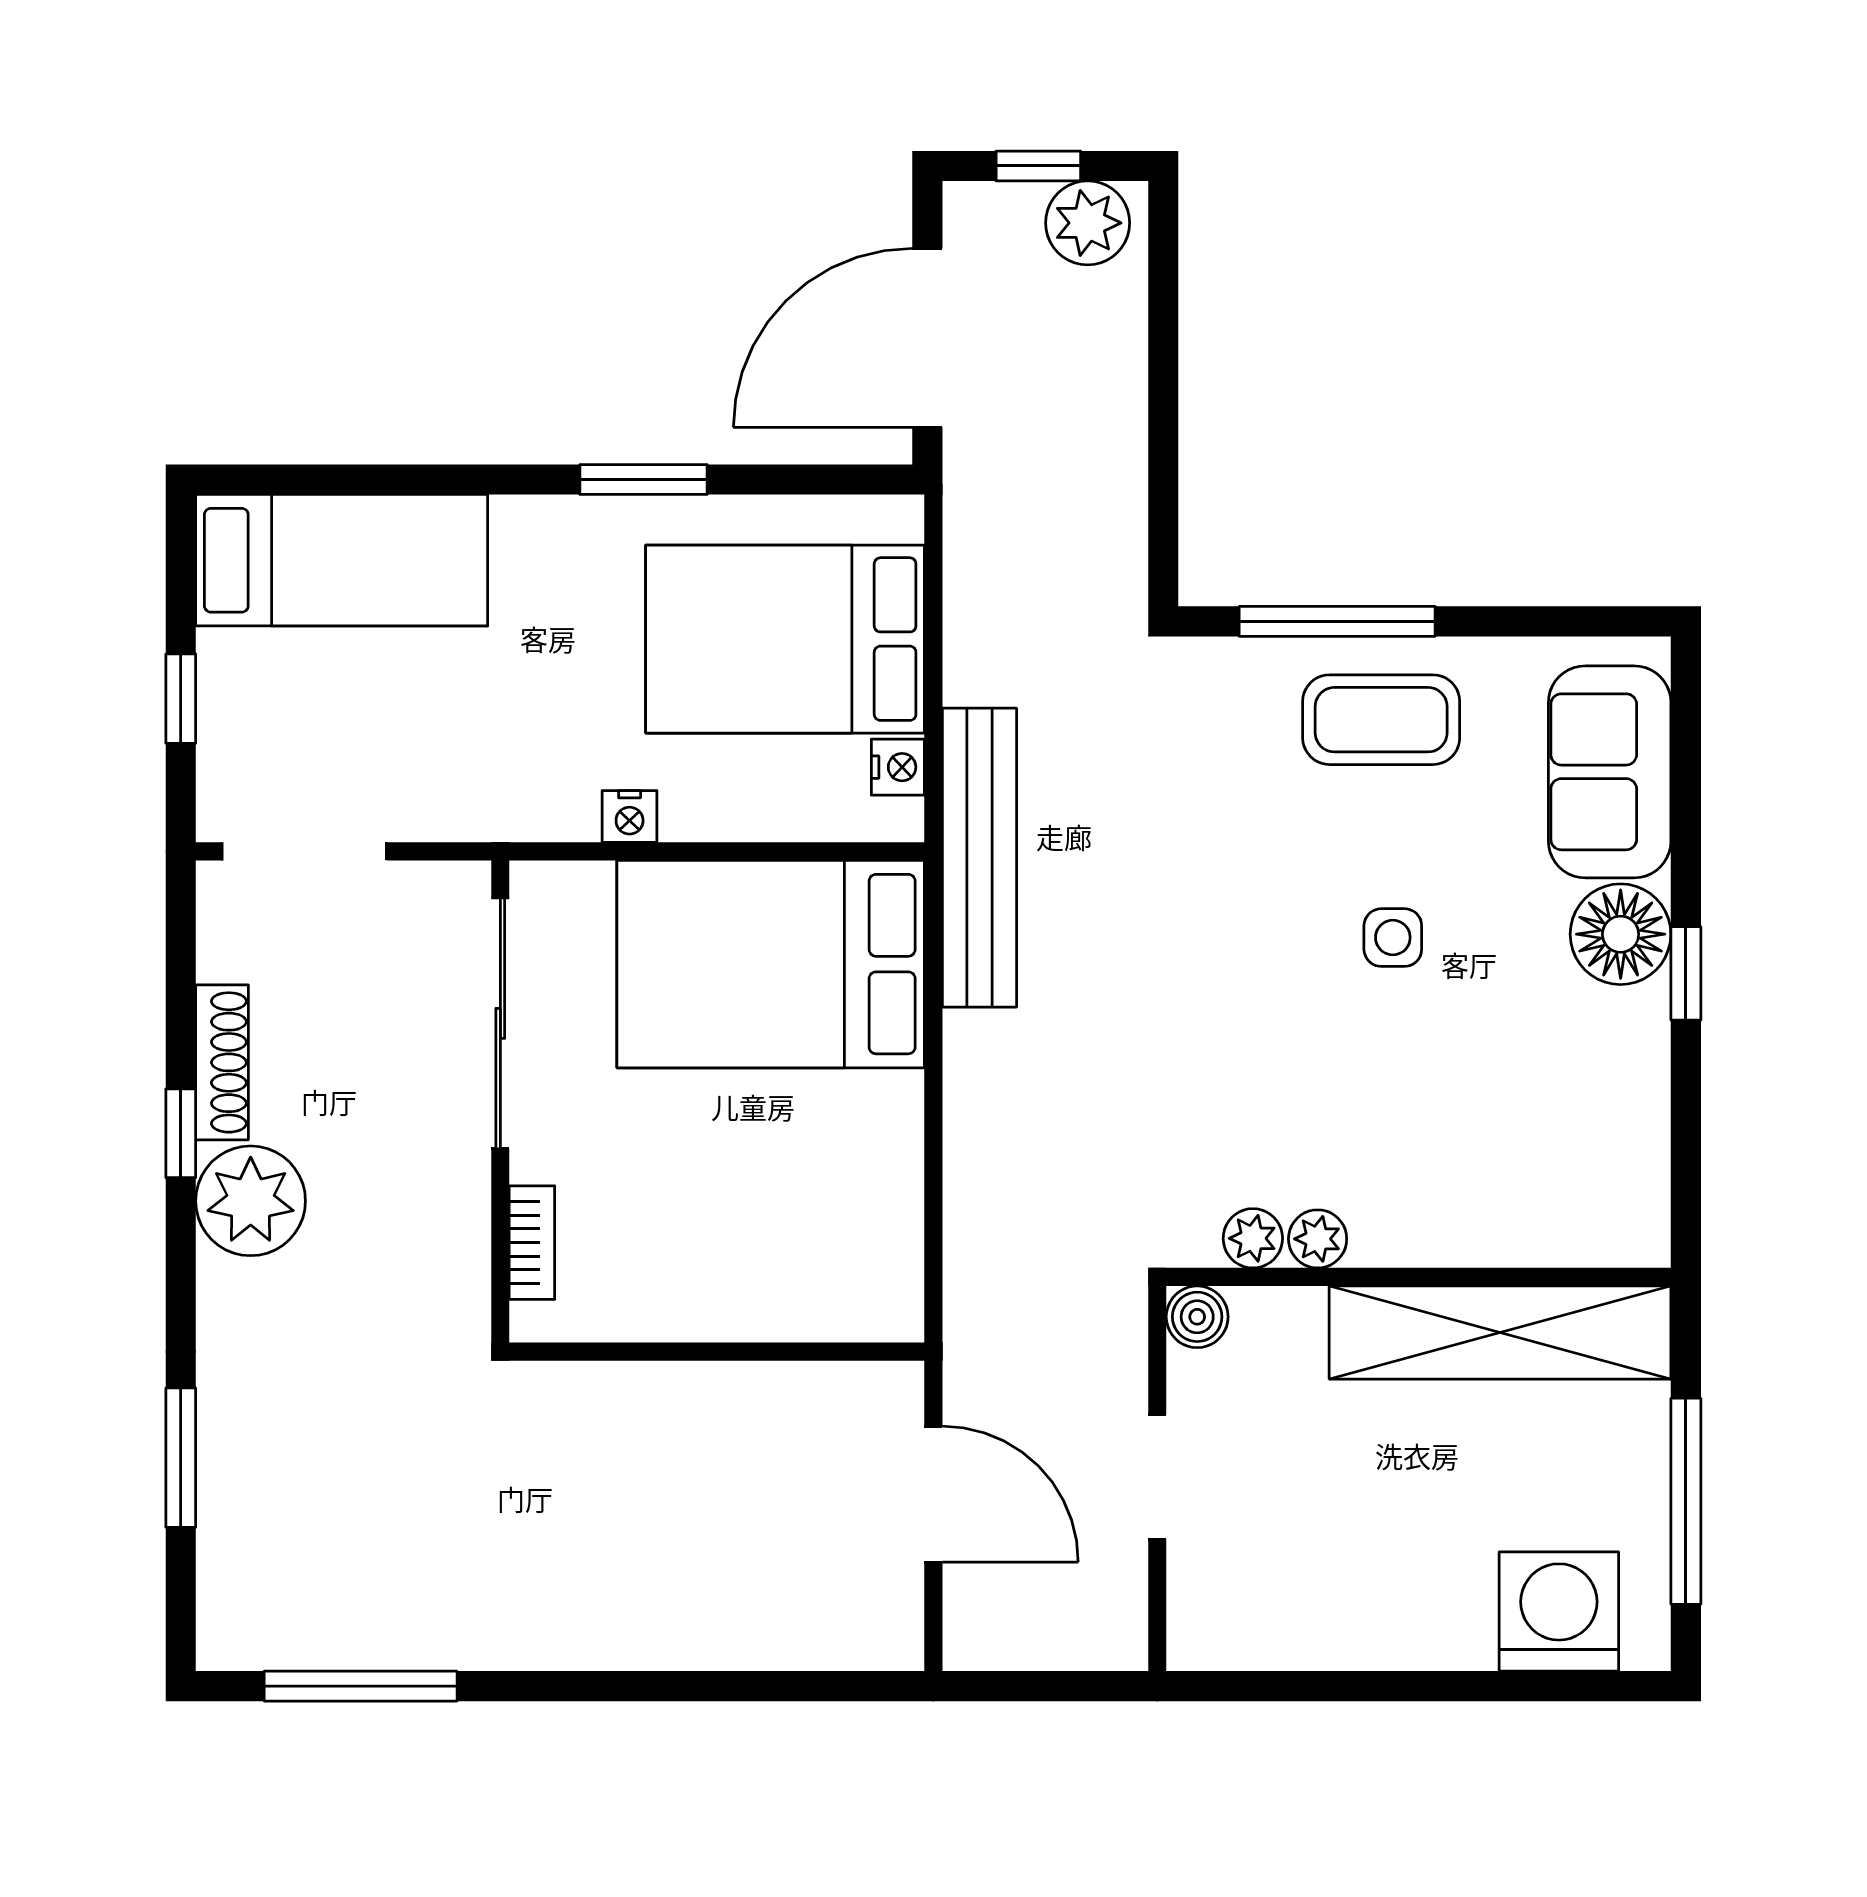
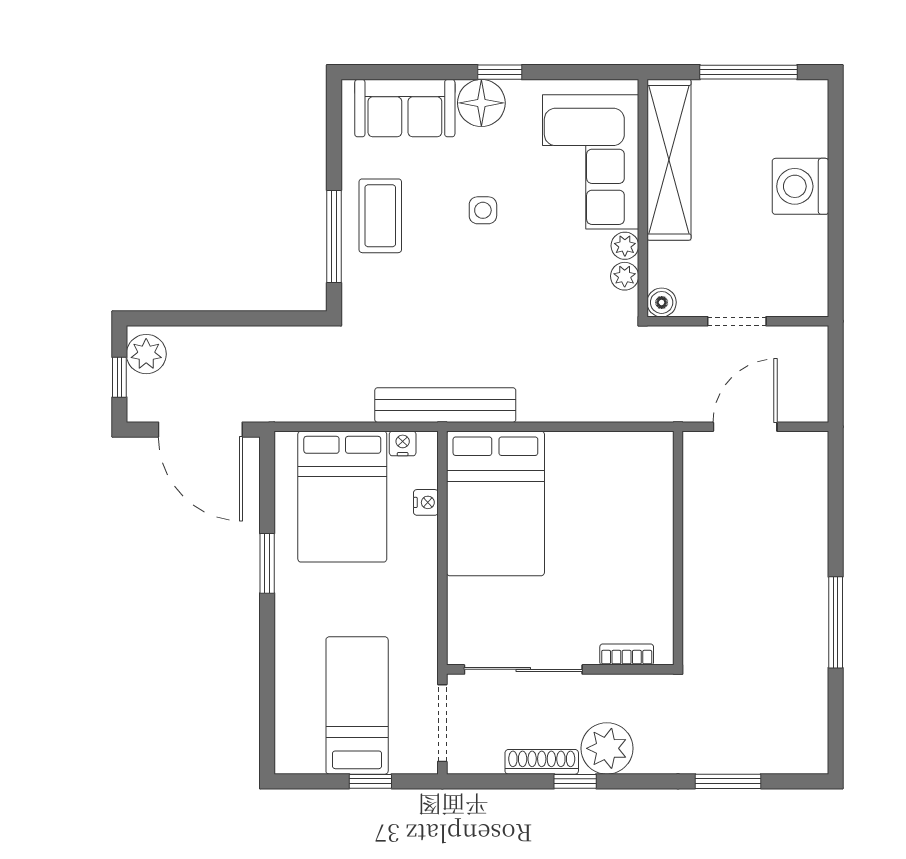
bed: (342, 560) -> (357, 705), moved
nightstand: (630, 816) -> (426, 502), moved
sliding door: (500, 1023) -> (523, 669), moved
wall: (500, 1101) -> (560, 669), moved
corner sofa: (1496, 1166) -> (591, 162), added
bookcase: (532, 1243) -> (627, 655), moved
washing machine: (1559, 1611) -> (800, 186), moved
window: (361, 1686) -> (836, 622), moved

